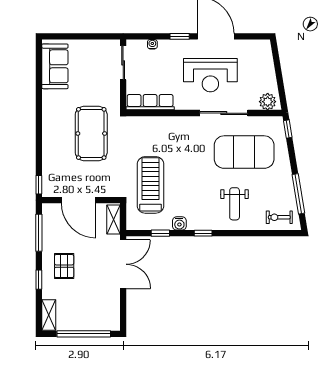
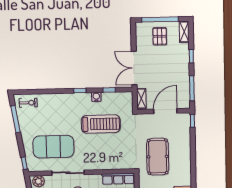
treadmill: (150, 185) -> (101, 124), moved, turned -90
door: (79, 200) -> (165, 111), hinge flipped
weight bench: (235, 204) -> (59, 111), removed
pallet: (64, 266) -> (160, 36), moved

